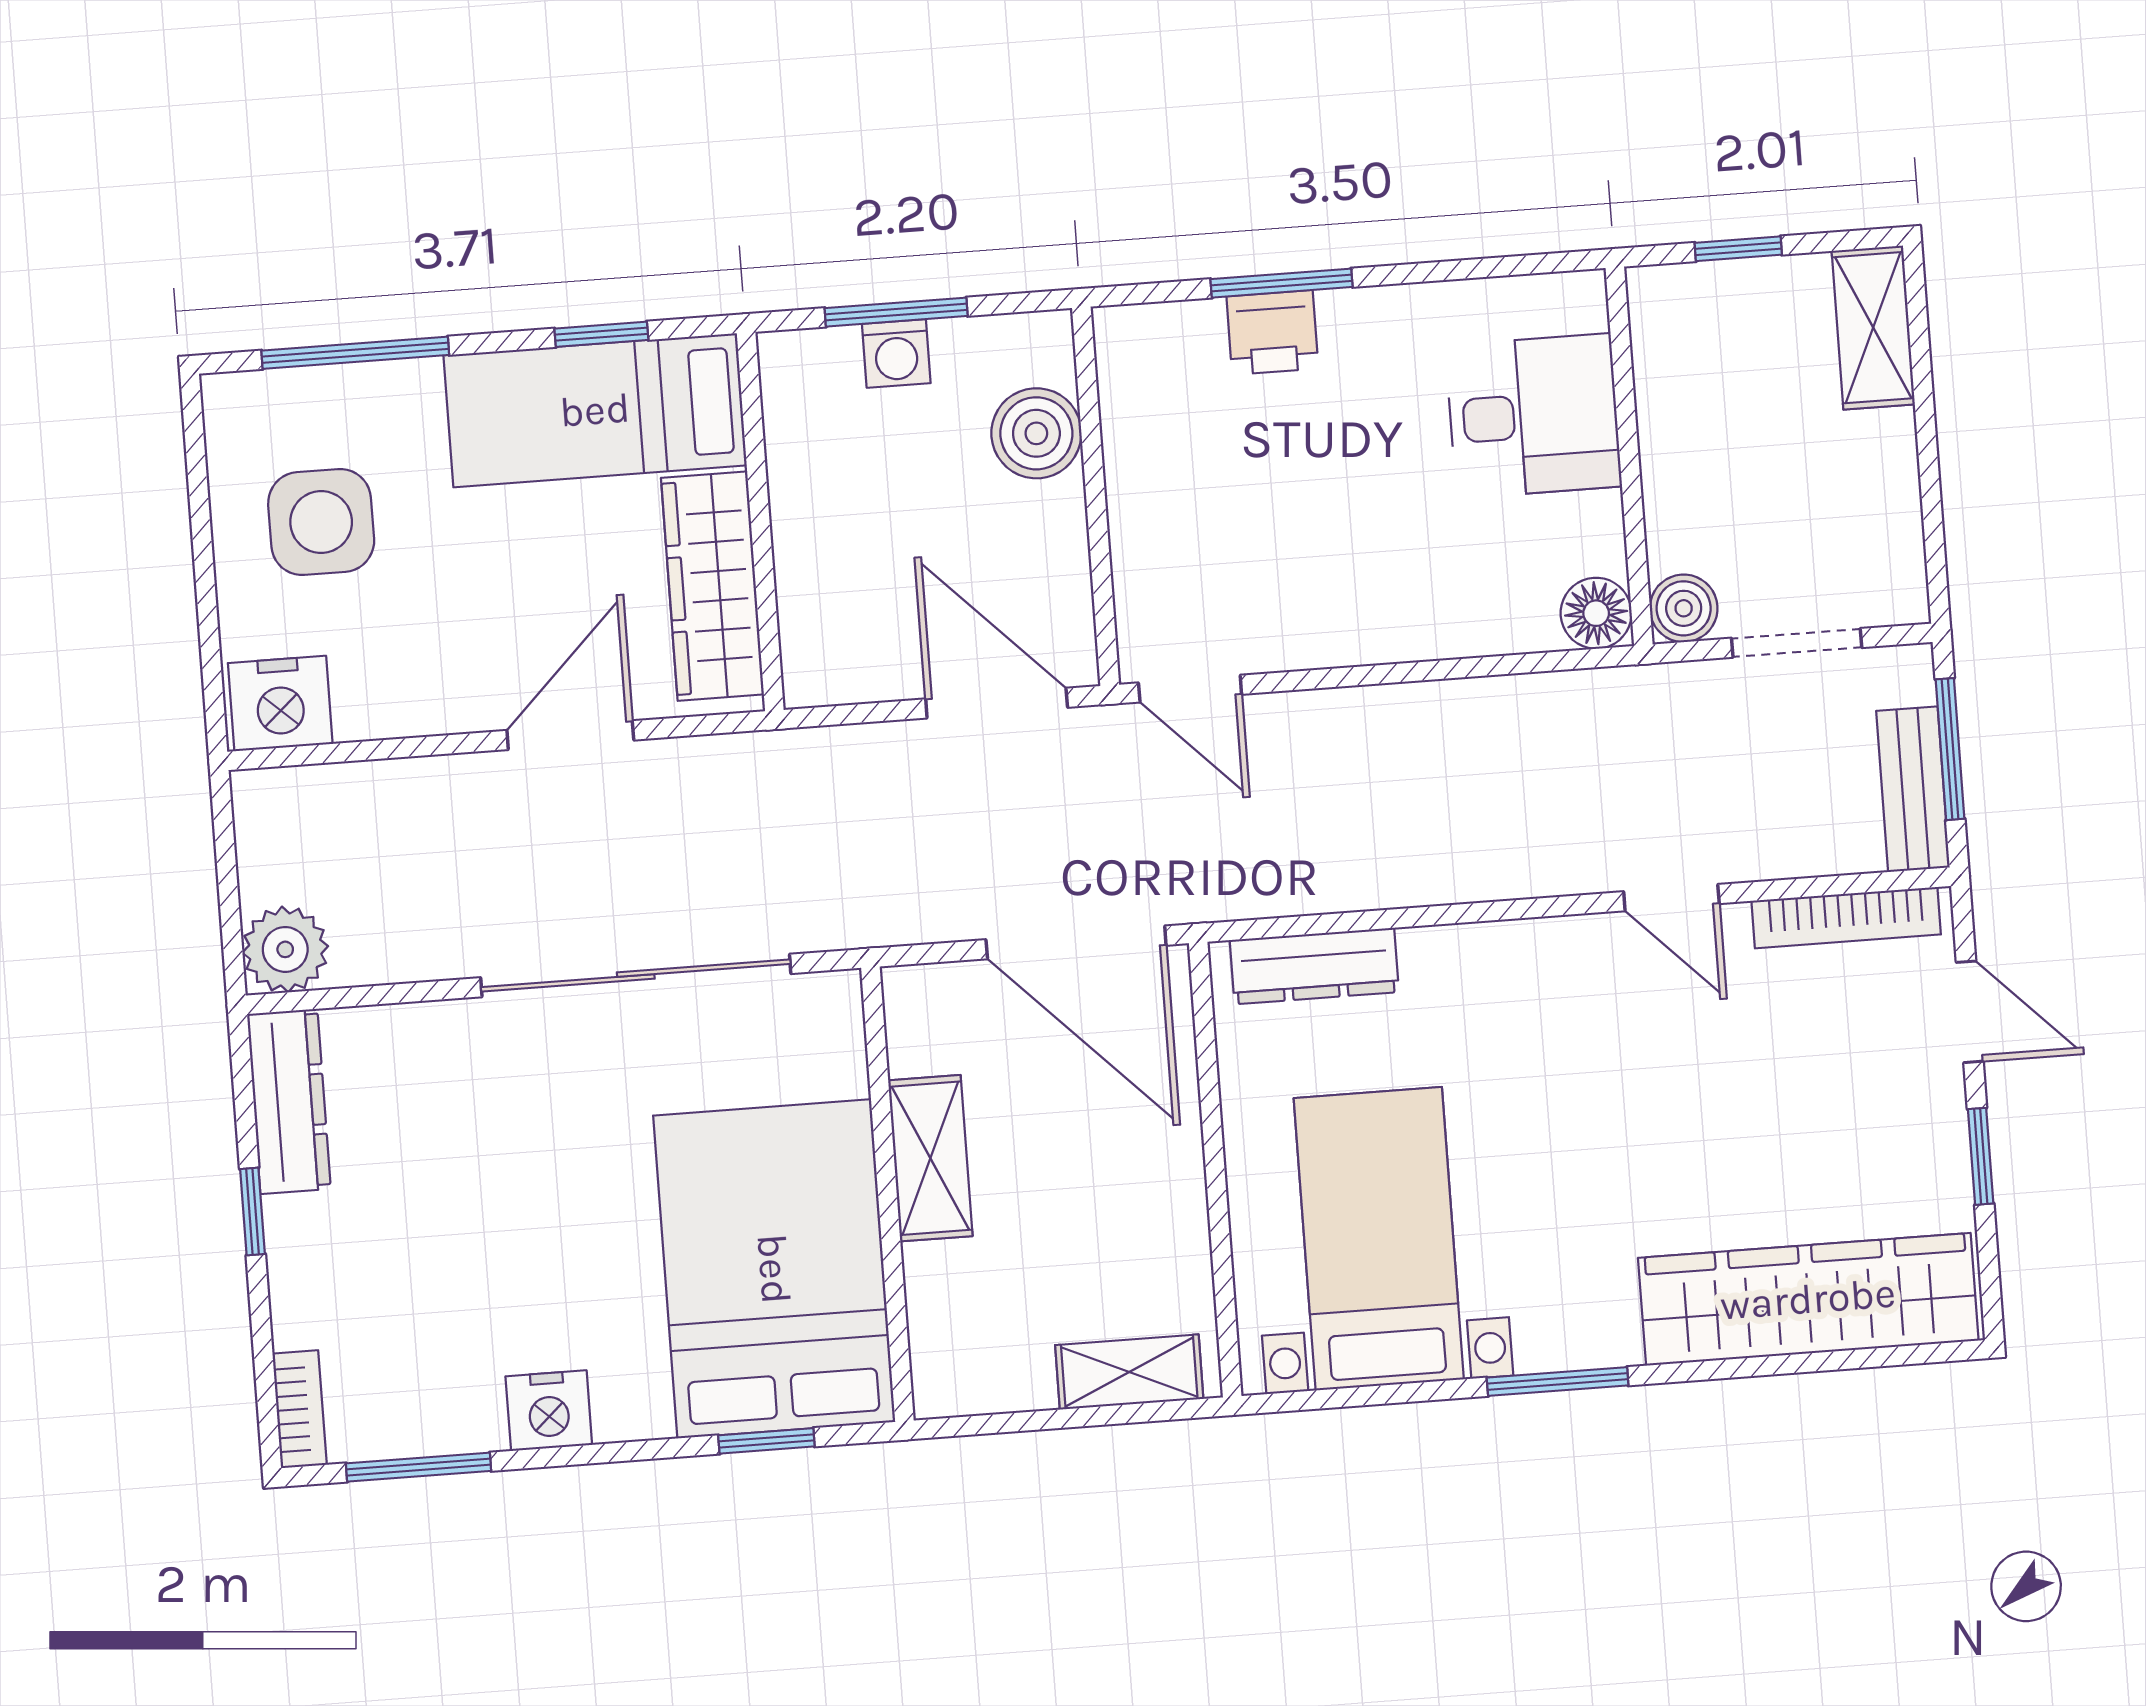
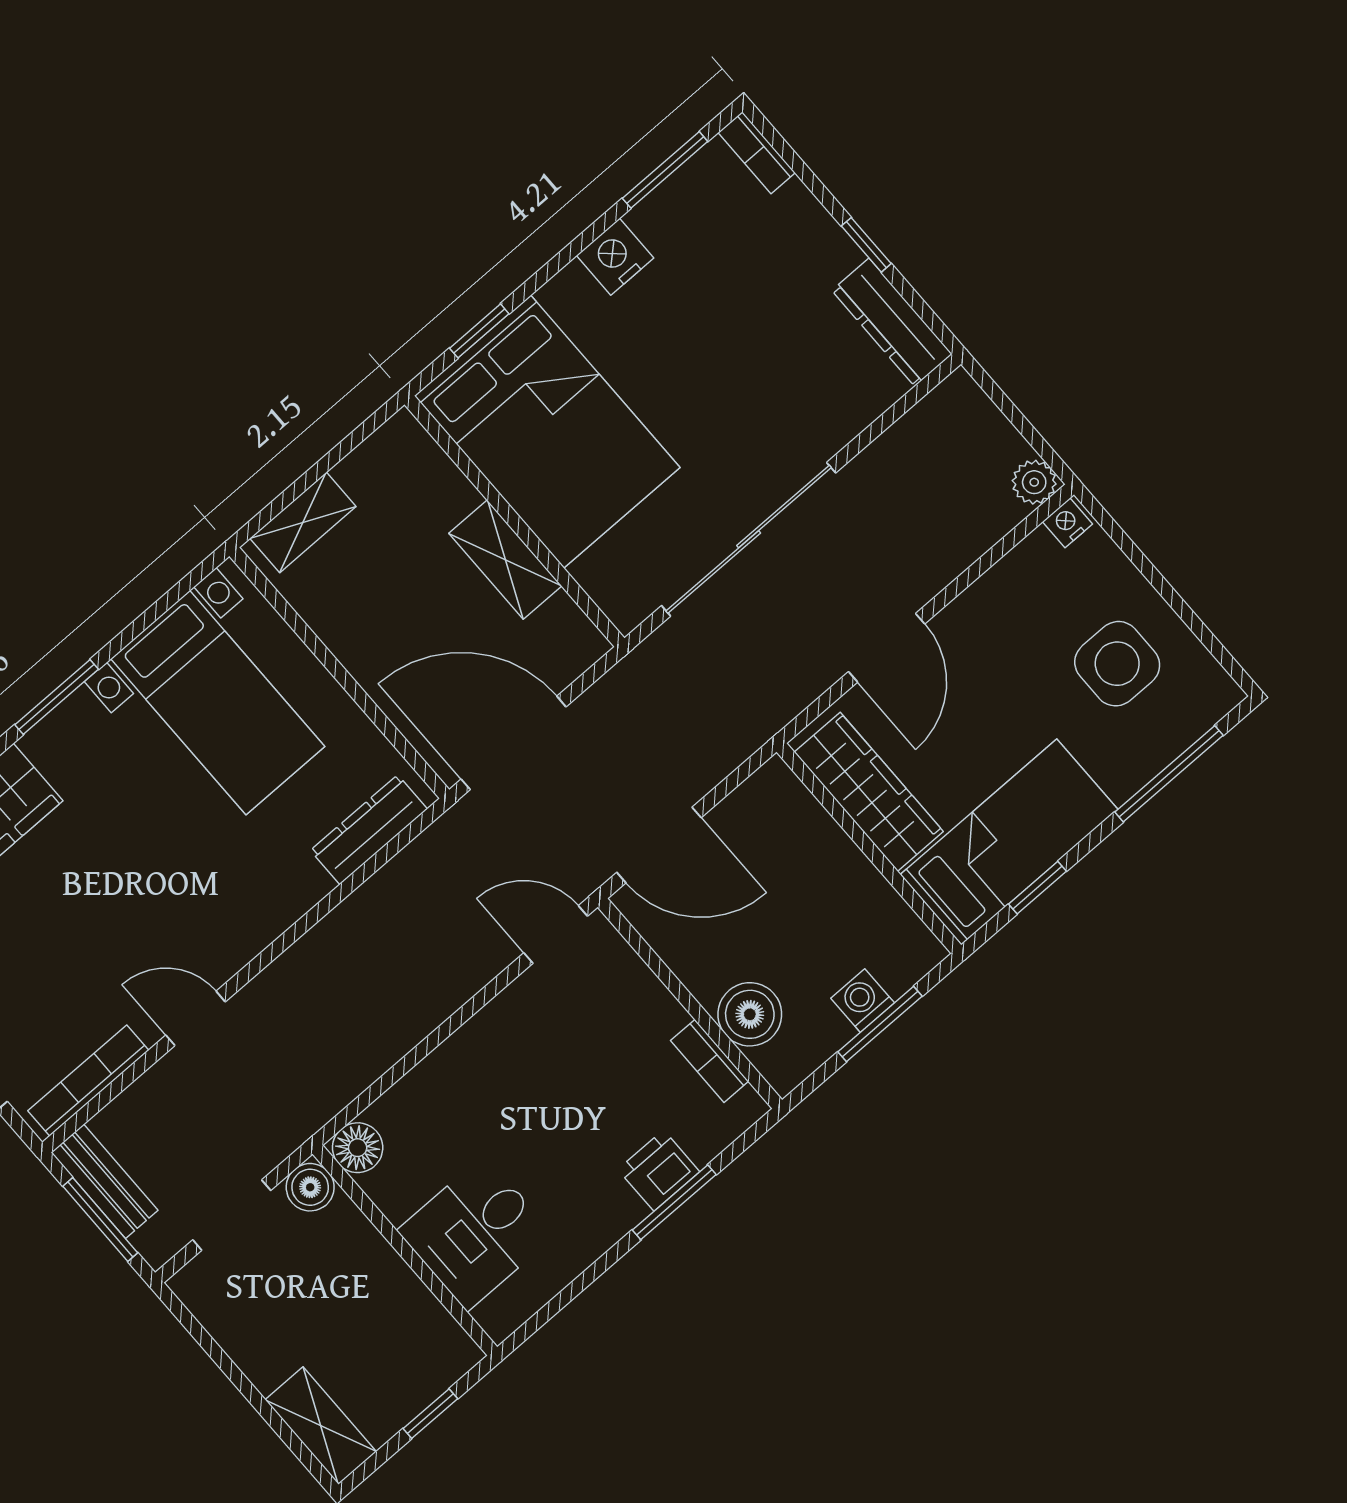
bookcase: (1122, 414) -> (709, 1061), added
nightstand: (280, 703) -> (1067, 523), width x0.53, depth x0.56
plant: (285, 949) -> (1034, 482), moved, width x0.73, depth x0.73

